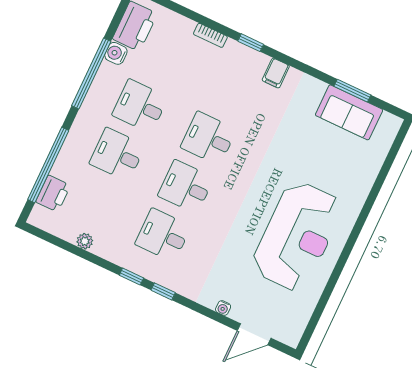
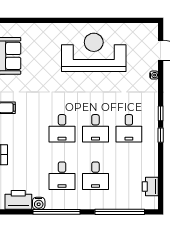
printer: (53, 194) -> (150, 187), moved, turned -90
plant: (85, 241) -> (153, 171), removed

